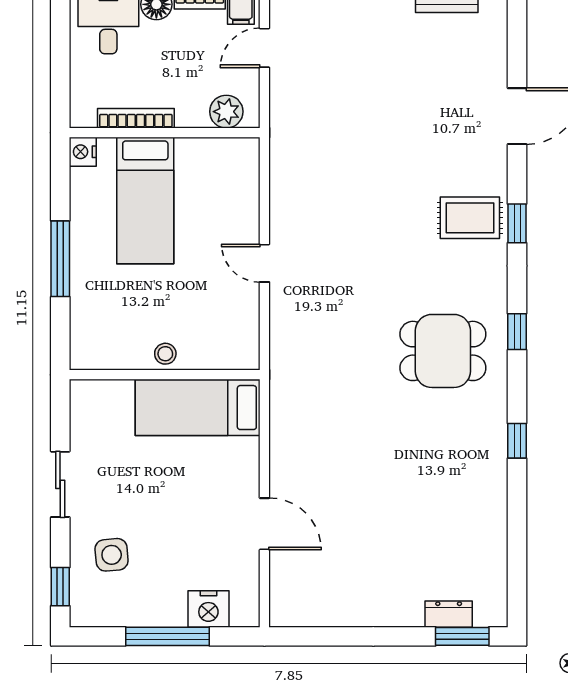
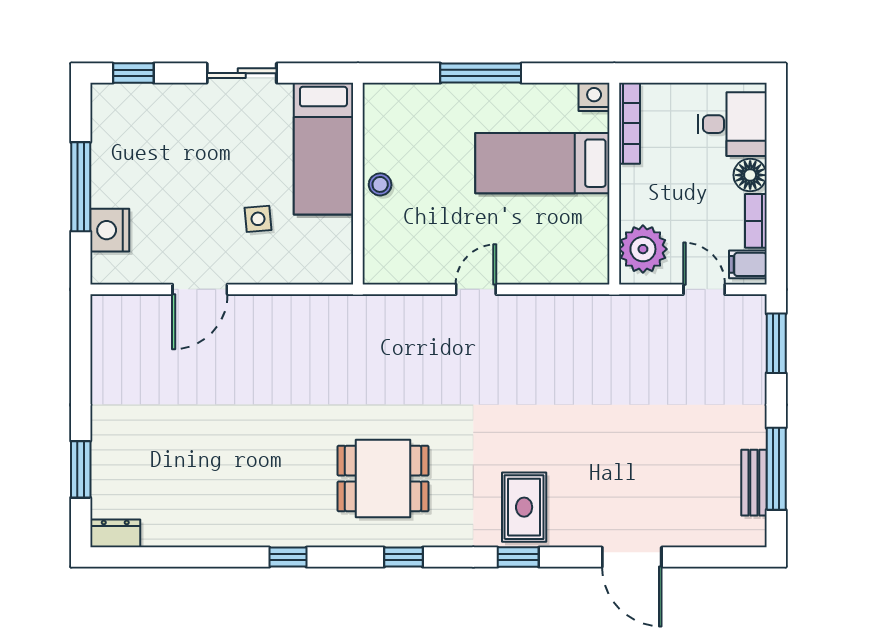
plant: (226, 112) -> (643, 249), width x1.36, depth x1.36
bookcase: (136, 118) -> (629, 123), moved
dining table: (443, 351) -> (383, 478), turned 90
bed: (198, 408) -> (323, 149), moved, turned 180
side table: (112, 555) -> (258, 219), moved, width x0.73, depth x0.73
dresser: (449, 614) -> (115, 533), moved, turned -90
window: (462, 636) -> (81, 469), moved

